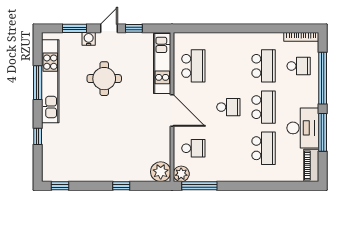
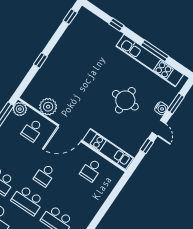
school desk: (193, 66) -> (91, 170), width x0.54
plant: (161, 172) -> (48, 107), moved

